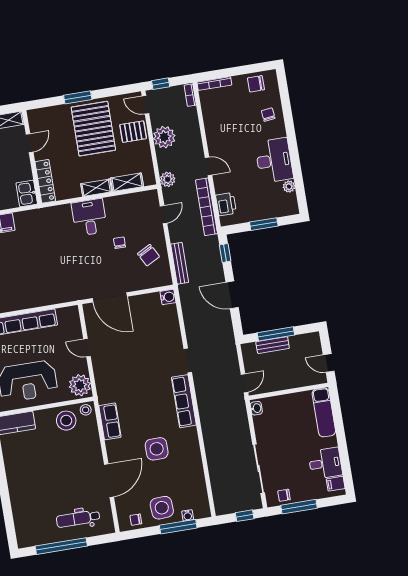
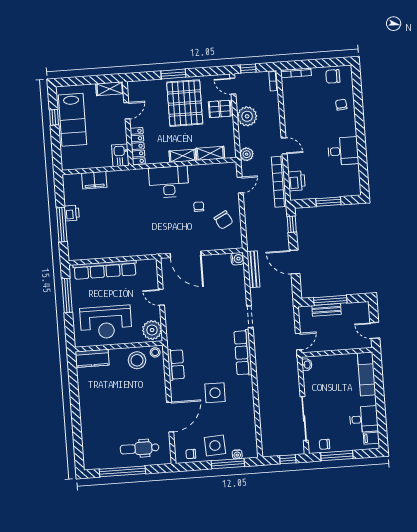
desk: (274, 160) -> (343, 151), width x0.73
plant: (289, 187) -> (354, 170), removed
desk: (89, 217) -> (169, 182), width x1.37
bench: (180, 263) -> (253, 269), moved

